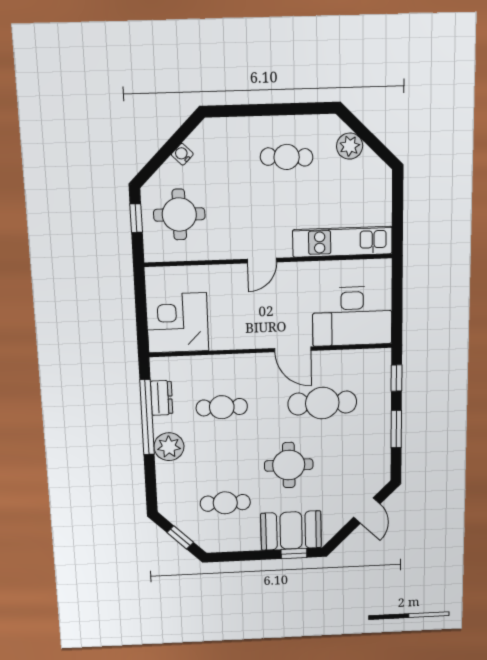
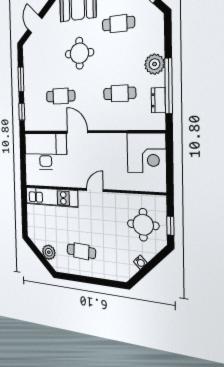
cafe table: (322, 403) -> (61, 96), width x0.73, depth x0.74

